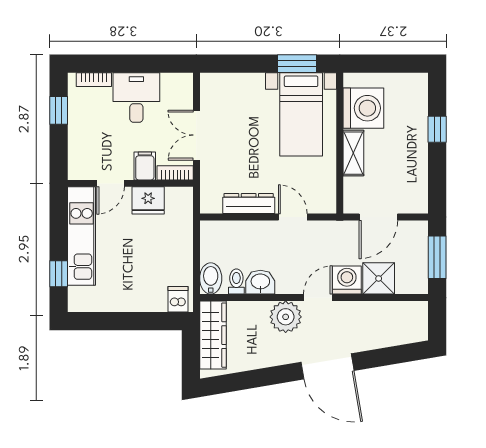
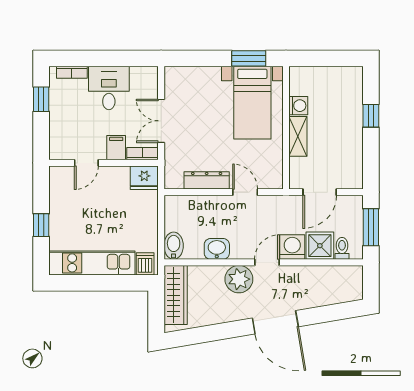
washing machine: (363, 108) -> (298, 106), width x0.53, depth x0.53
fridge: (148, 200) -> (144, 178), moved
kitchen unit: (82, 236) -> (92, 263), moved, turned -90
window: (59, 274) -> (41, 225), moved
toilet: (236, 282) -> (342, 248), moved

